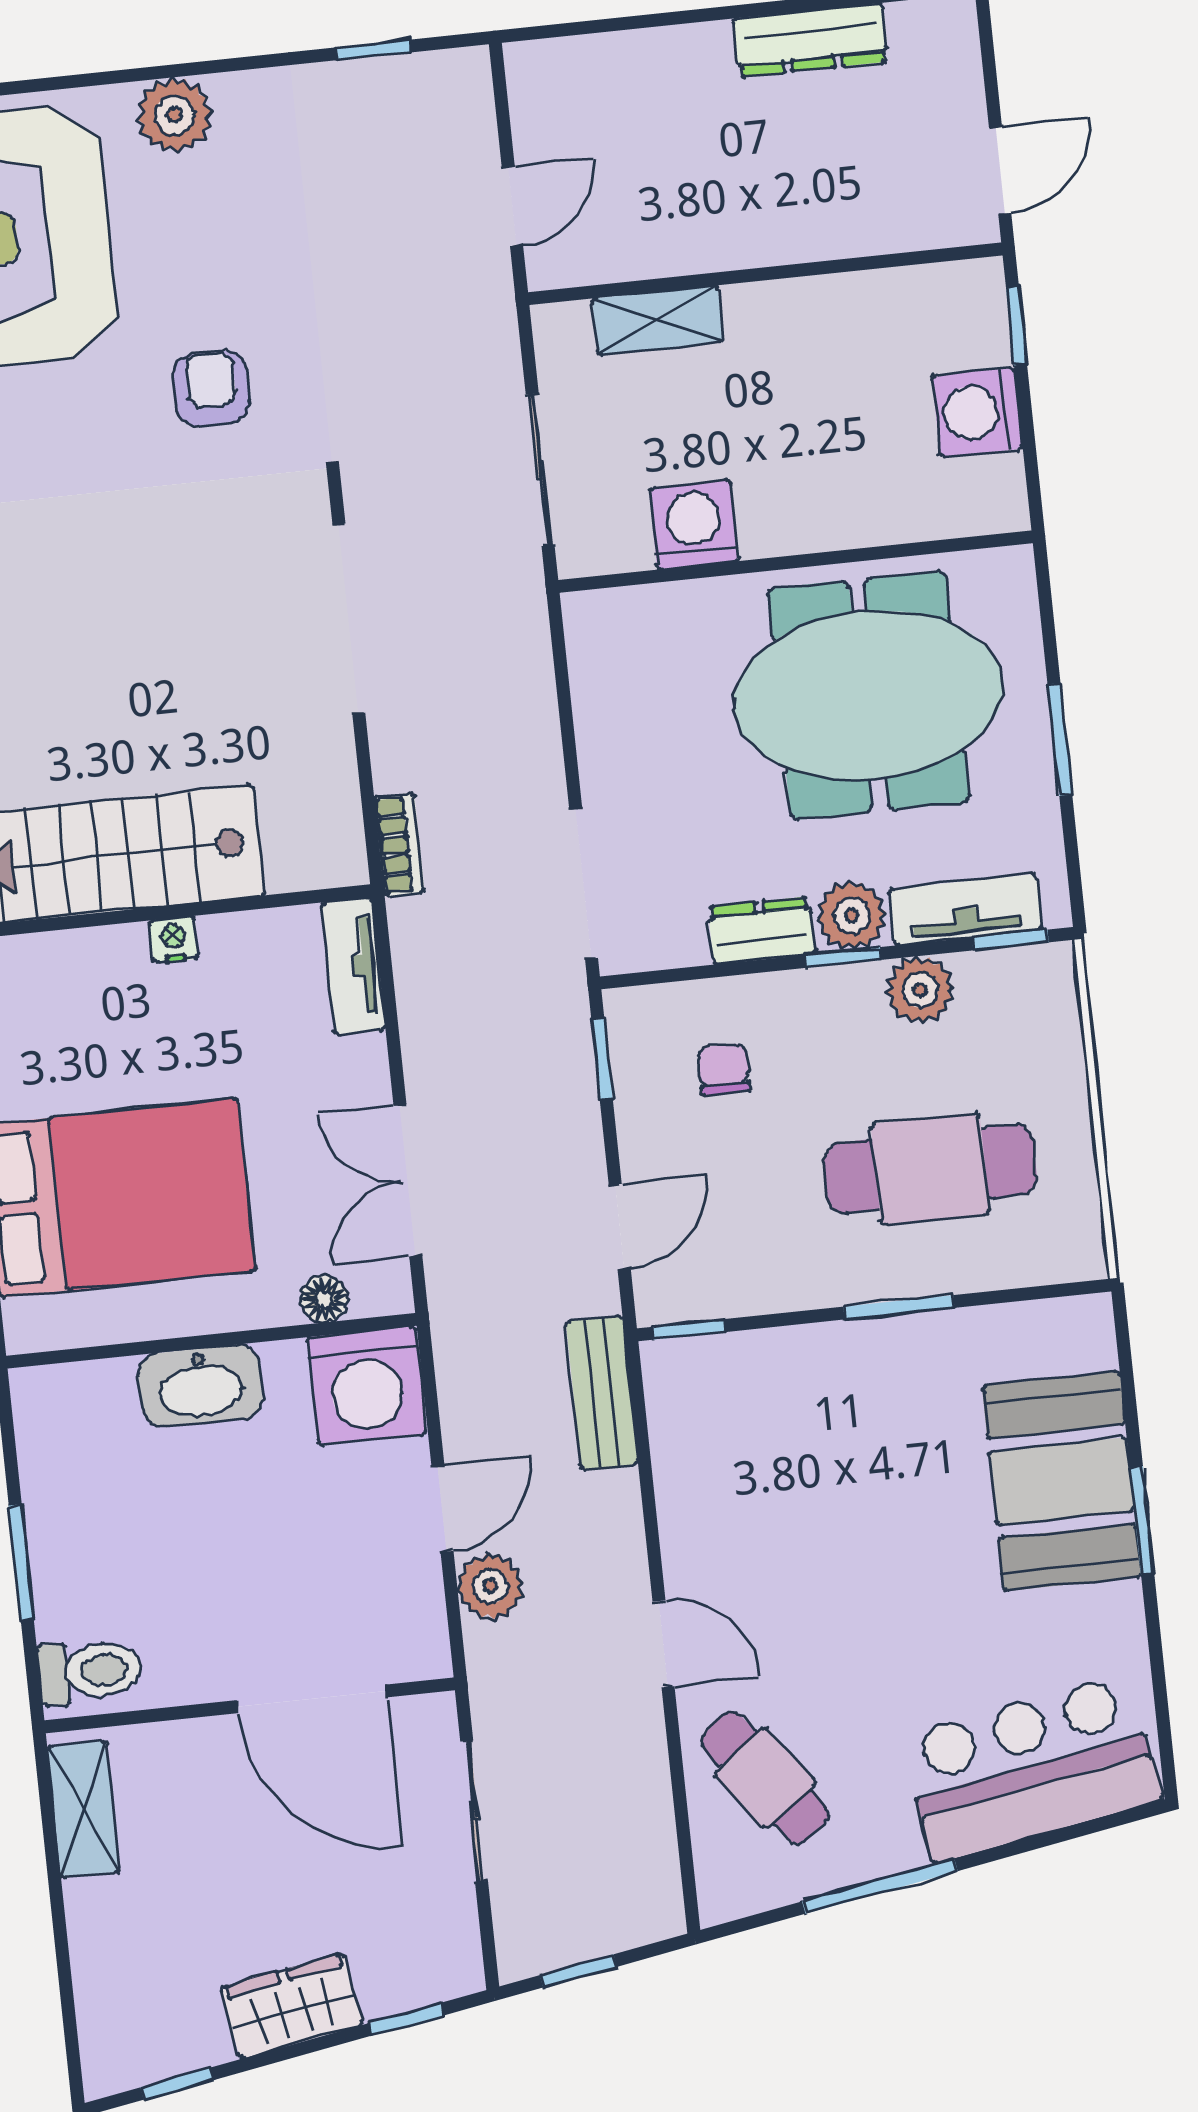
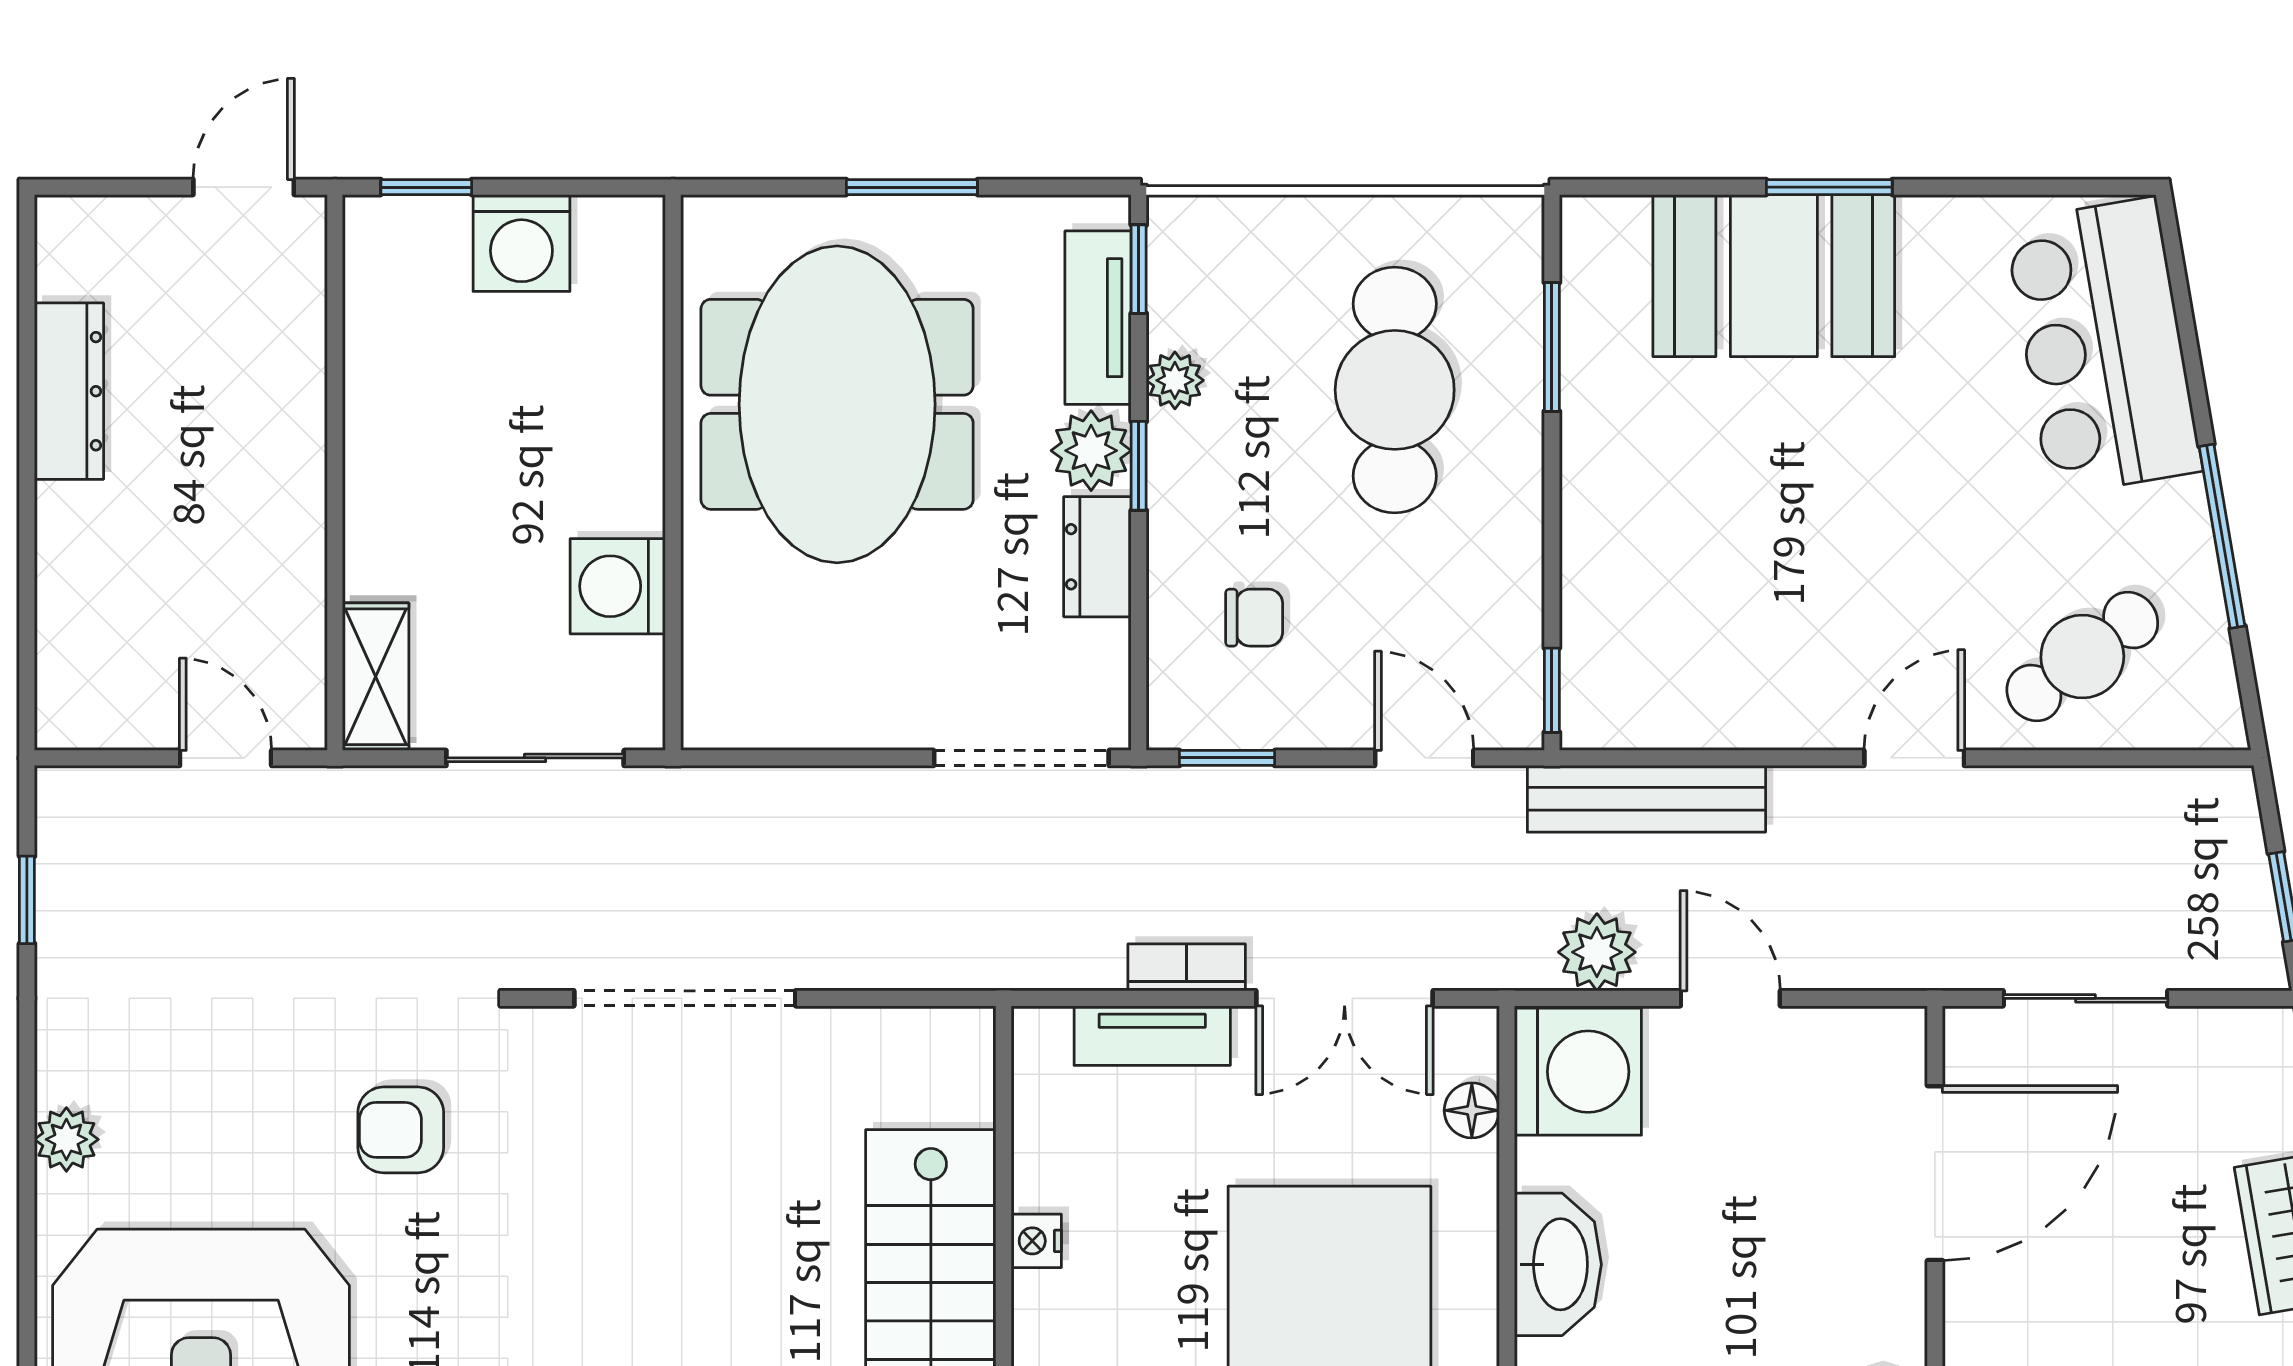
plant: (174, 115) -> (66, 1139), width x0.73, depth x0.73
door: (1000, 170) -> (244, 187), hinge flipped
shelving: (658, 320) -> (376, 677), moved
bookcase: (399, 845) -> (1187, 967), moved
tv unit: (353, 966) -> (1152, 1036), moved
plant: (920, 990) -> (1175, 380), width x0.73, depth x0.73
chair: (724, 1069) -> (1254, 618), turned 180
window: (899, 1307) -> (1552, 347), moved
bench: (602, 1393) -> (1646, 799), width x1.36
plant: (490, 1586) -> (1597, 952), moved

